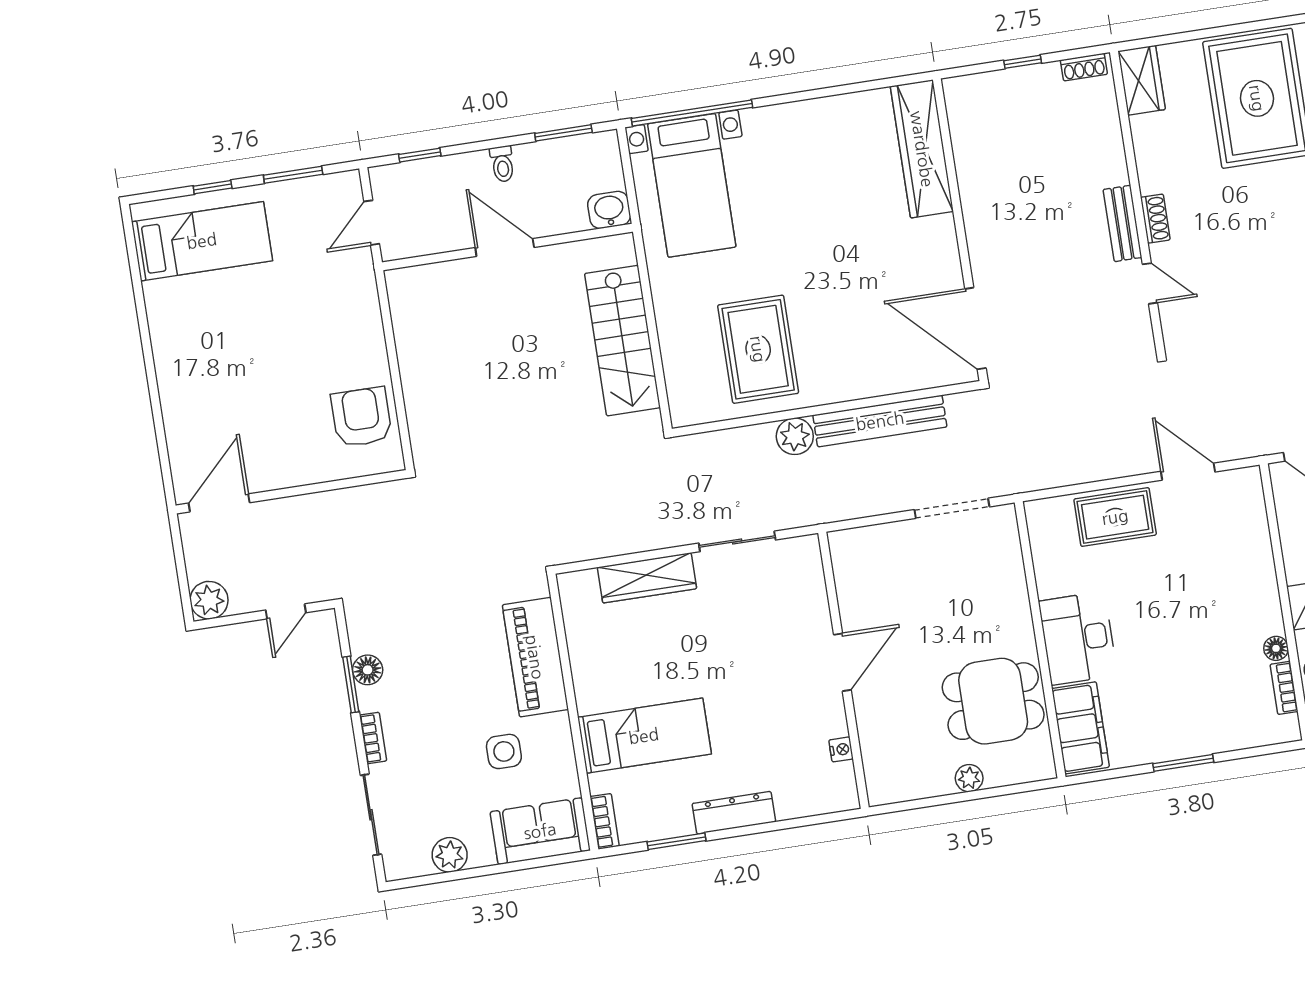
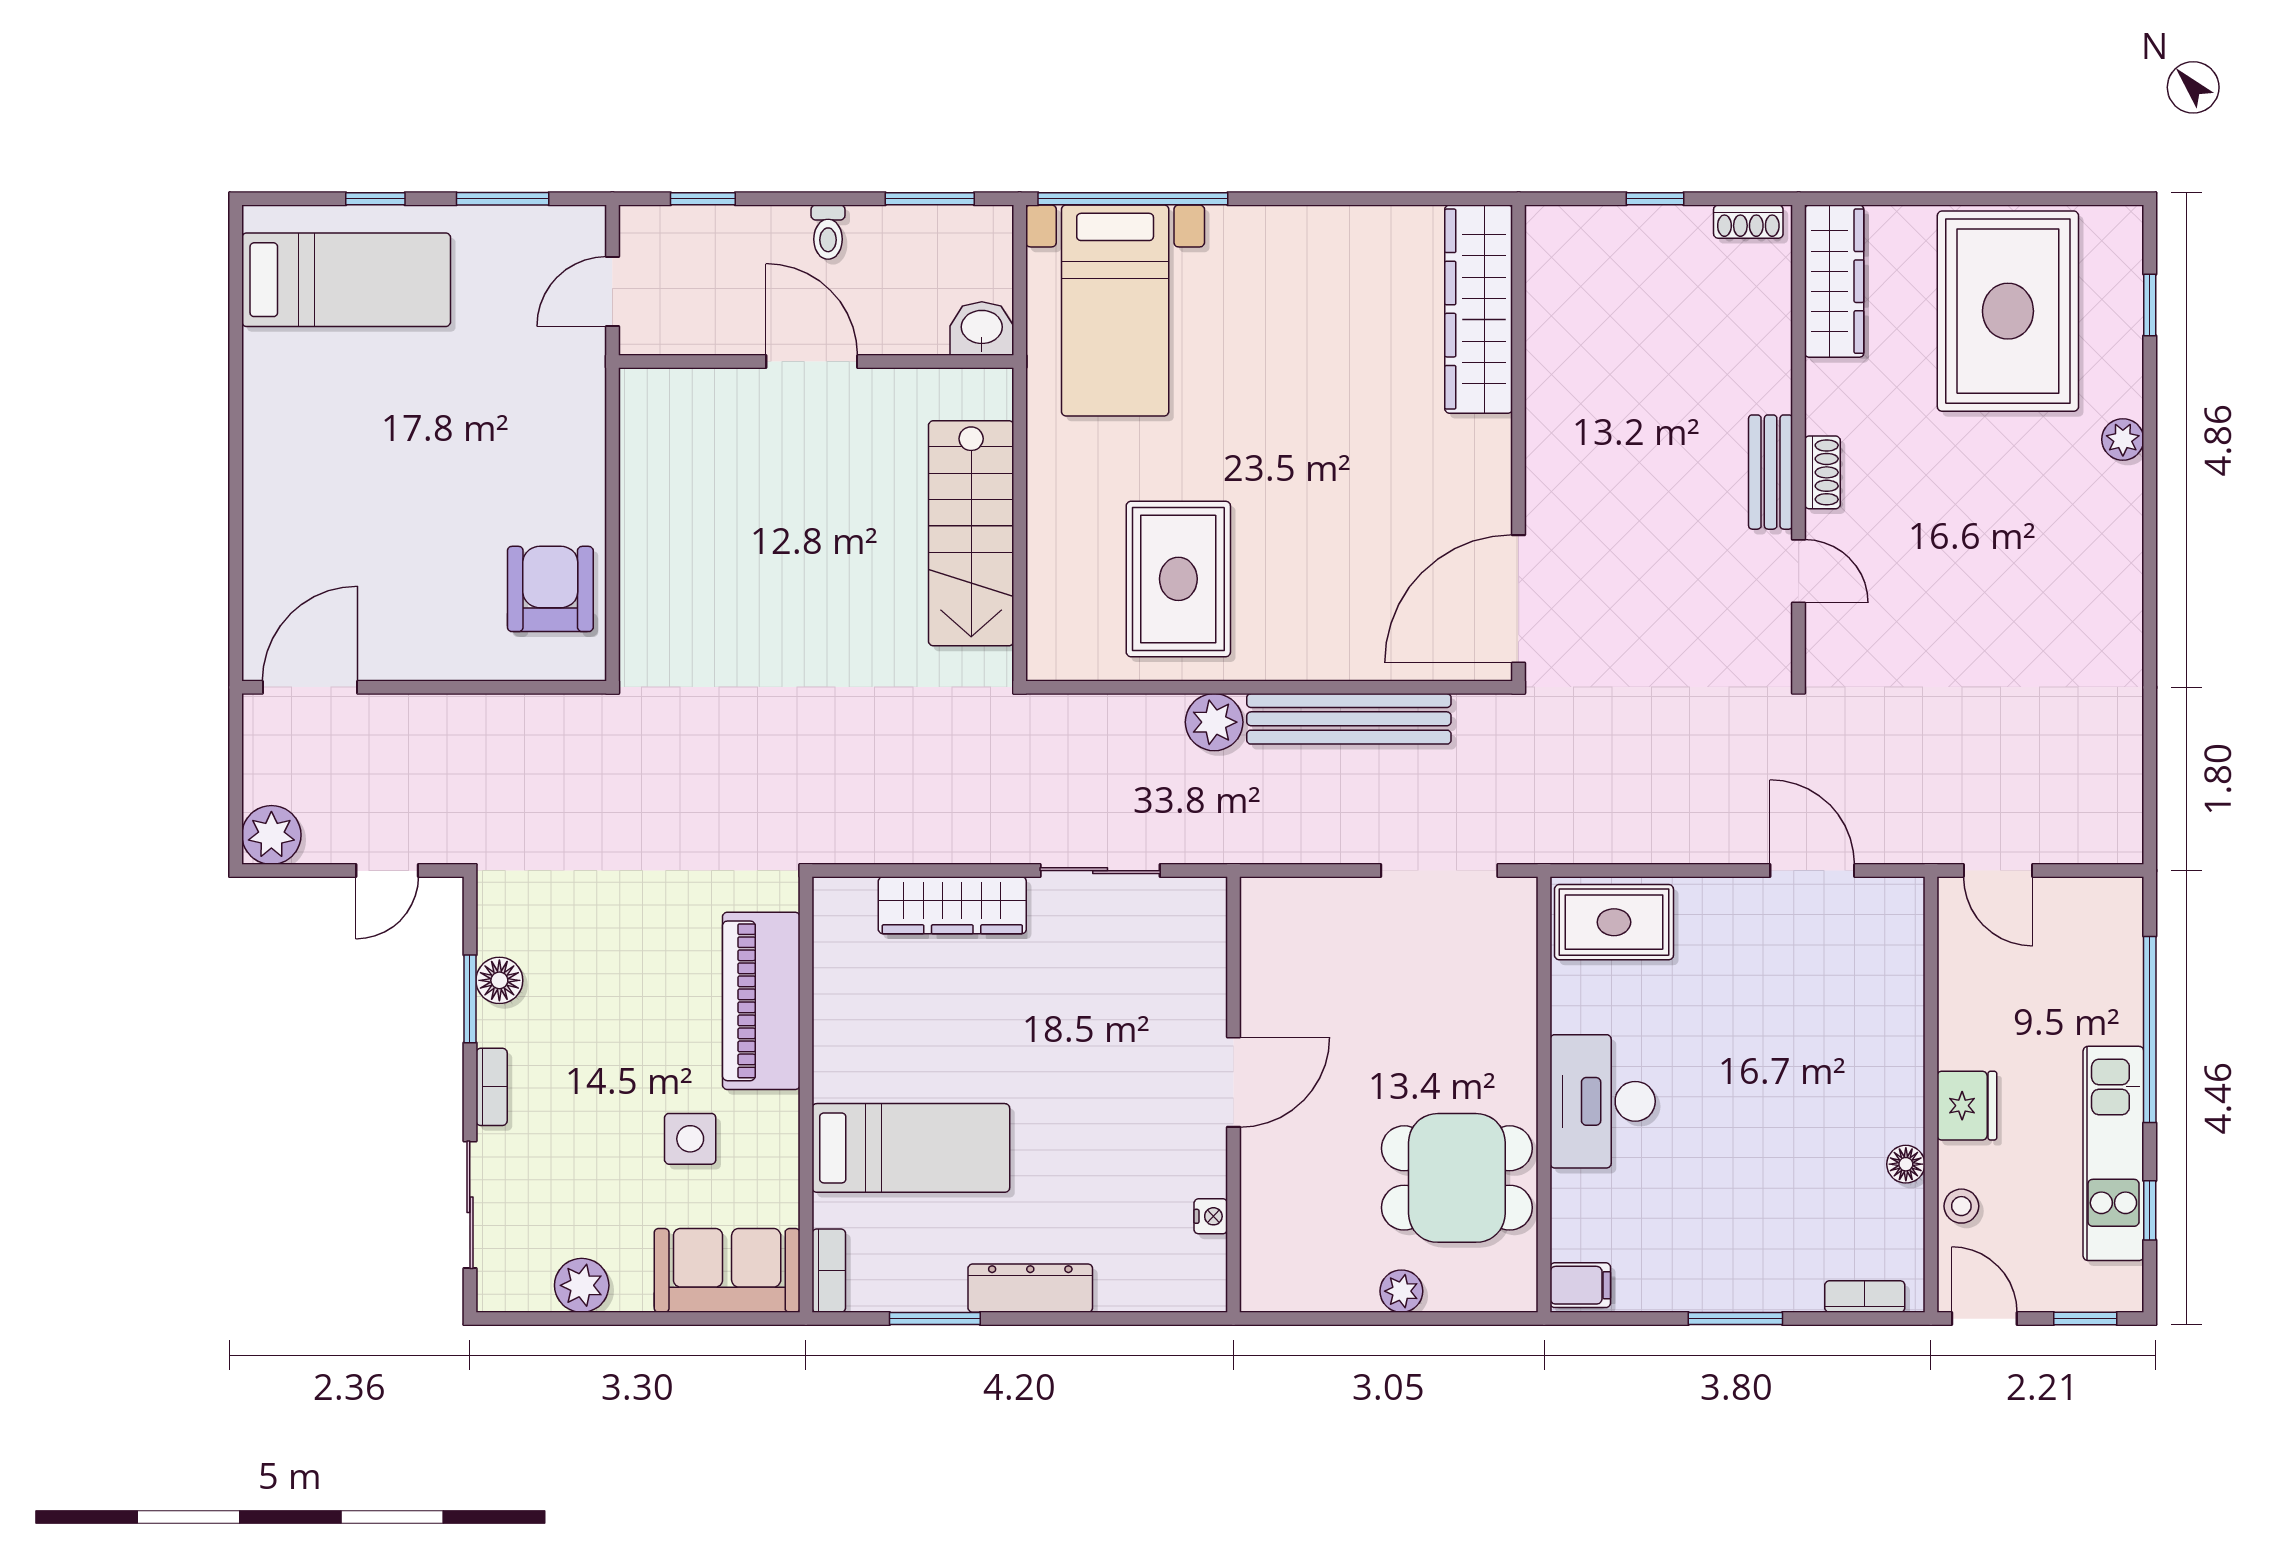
wardrobe: (1142, 80) -> (1834, 281), width x1.50
door: (975, 328) -> (1519, 599), hinge flipped
rug: (1115, 517) -> (1614, 922), moved
bookcase: (1284, 688) -> (1865, 1296), moved, turned 90
filing cabinet: (1080, 728) -> (1580, 1285), width x0.33, depth x0.86

